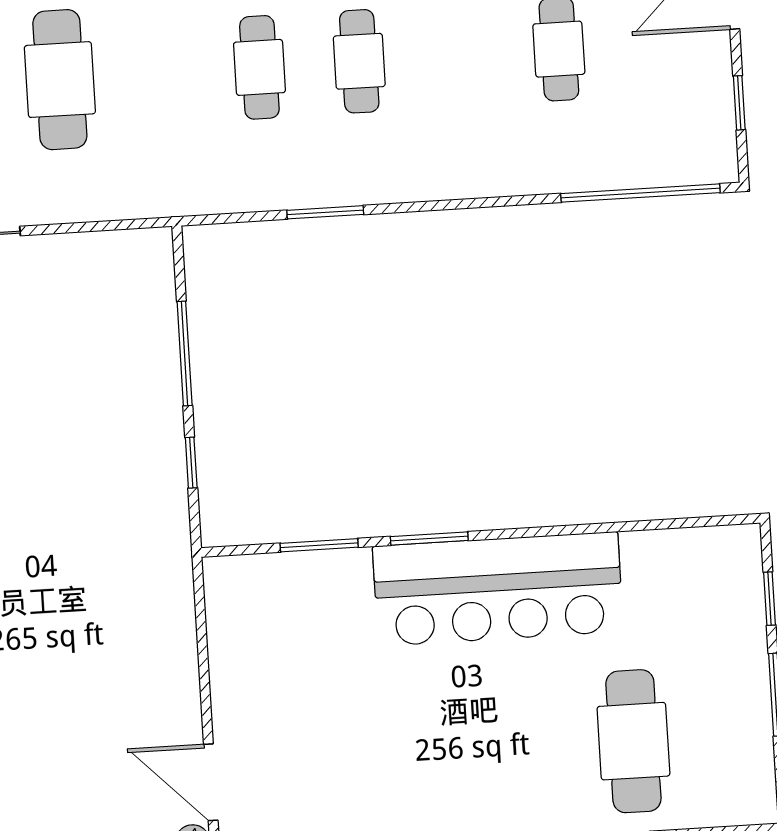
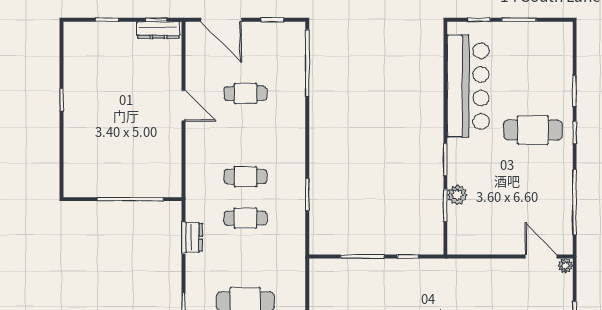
plant: (346, 572) -> (457, 195), added
bar counter: (498, 589) -> (468, 86), moved
cafe table: (633, 741) -> (533, 130), moved
door: (211, 782) -> (541, 257), swing flipped

